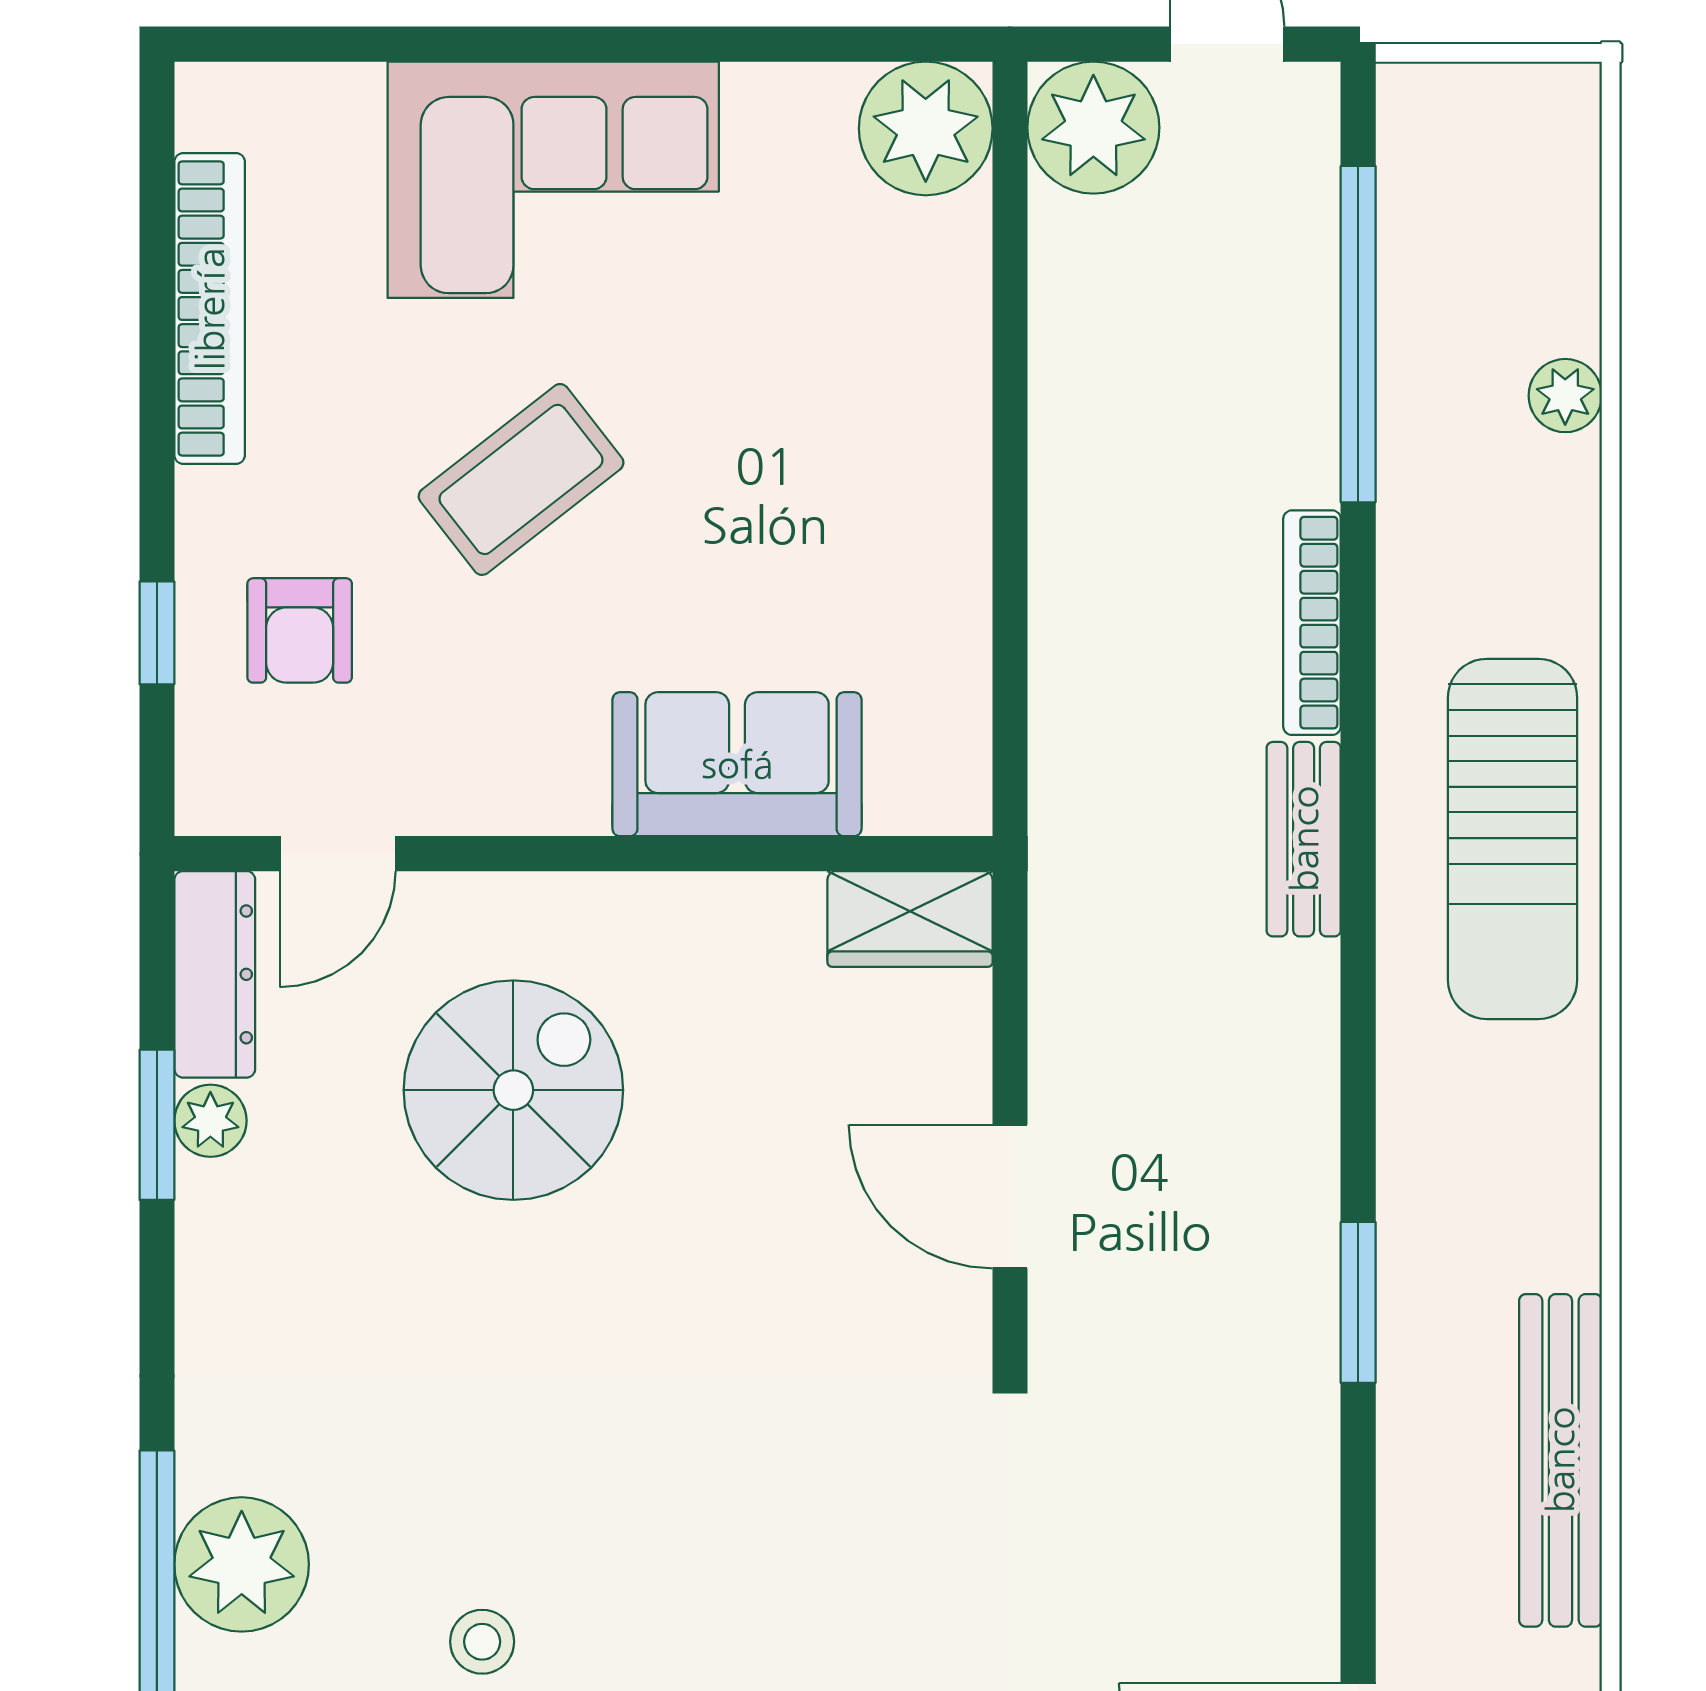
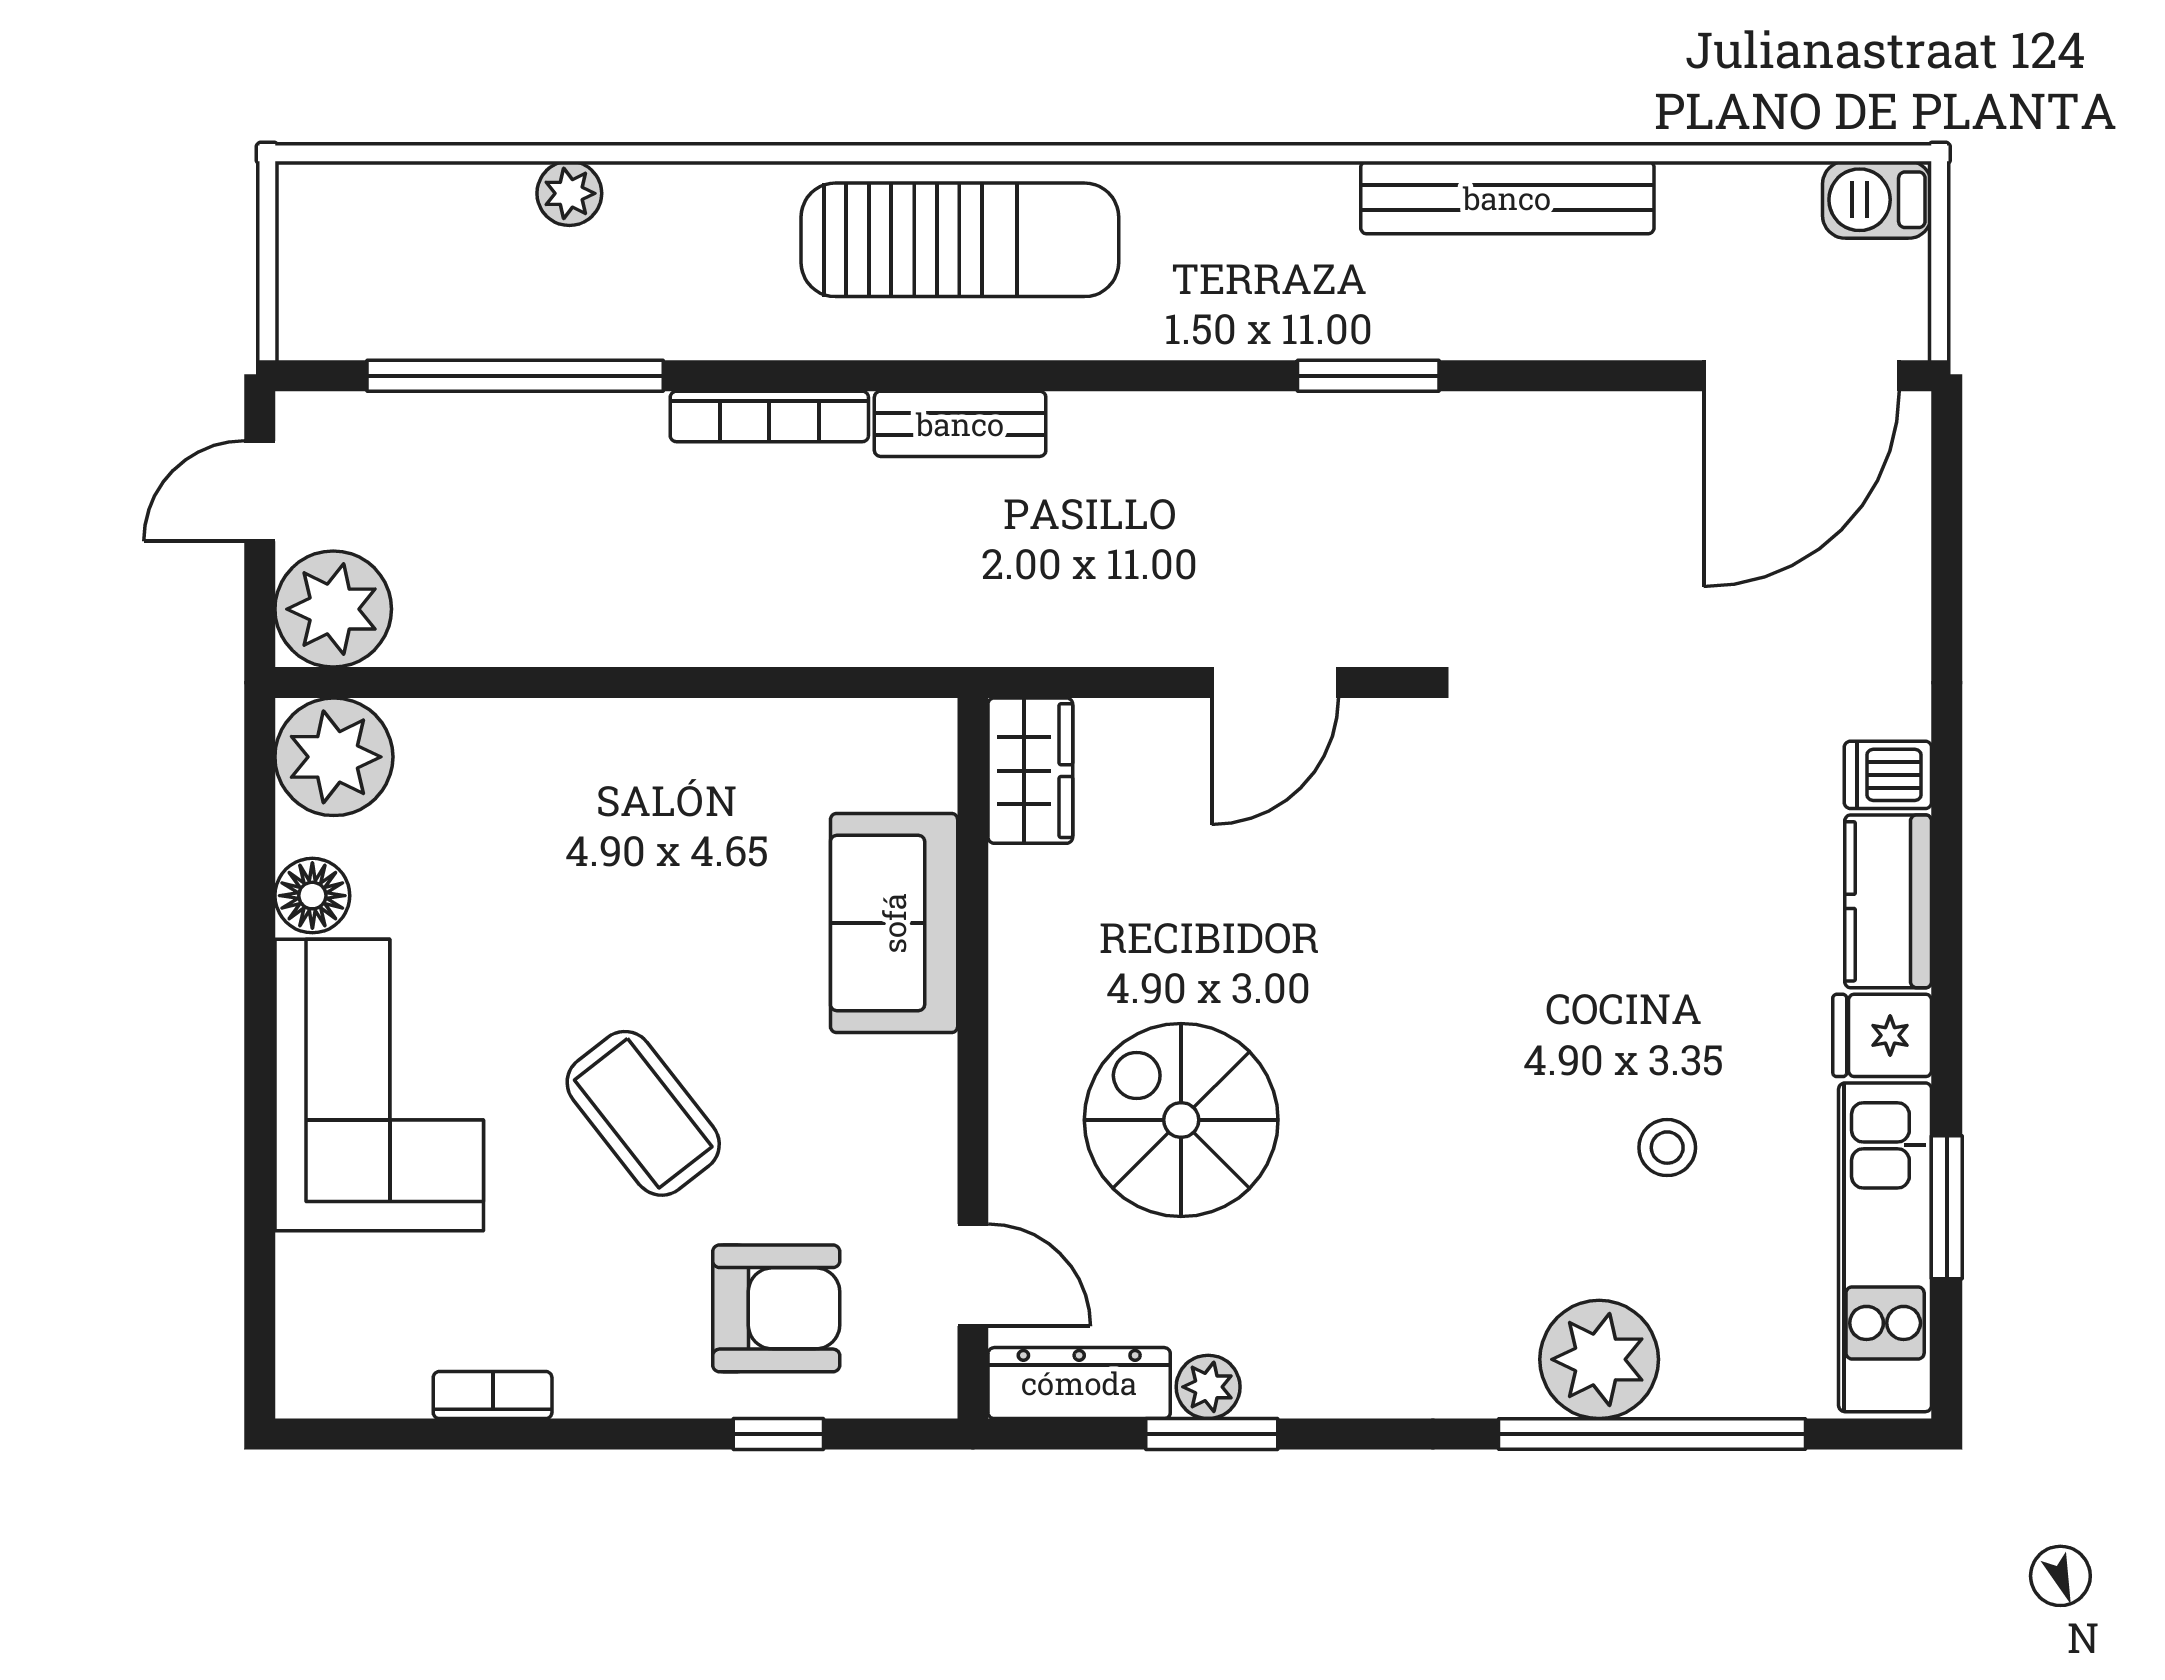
floor lamp: (768, 104) -> (312, 896), added
bookcase: (210, 309) -> (493, 1395), width x0.43, depth x0.76
armchair: (300, 630) -> (776, 1308), width x1.38, depth x1.38

